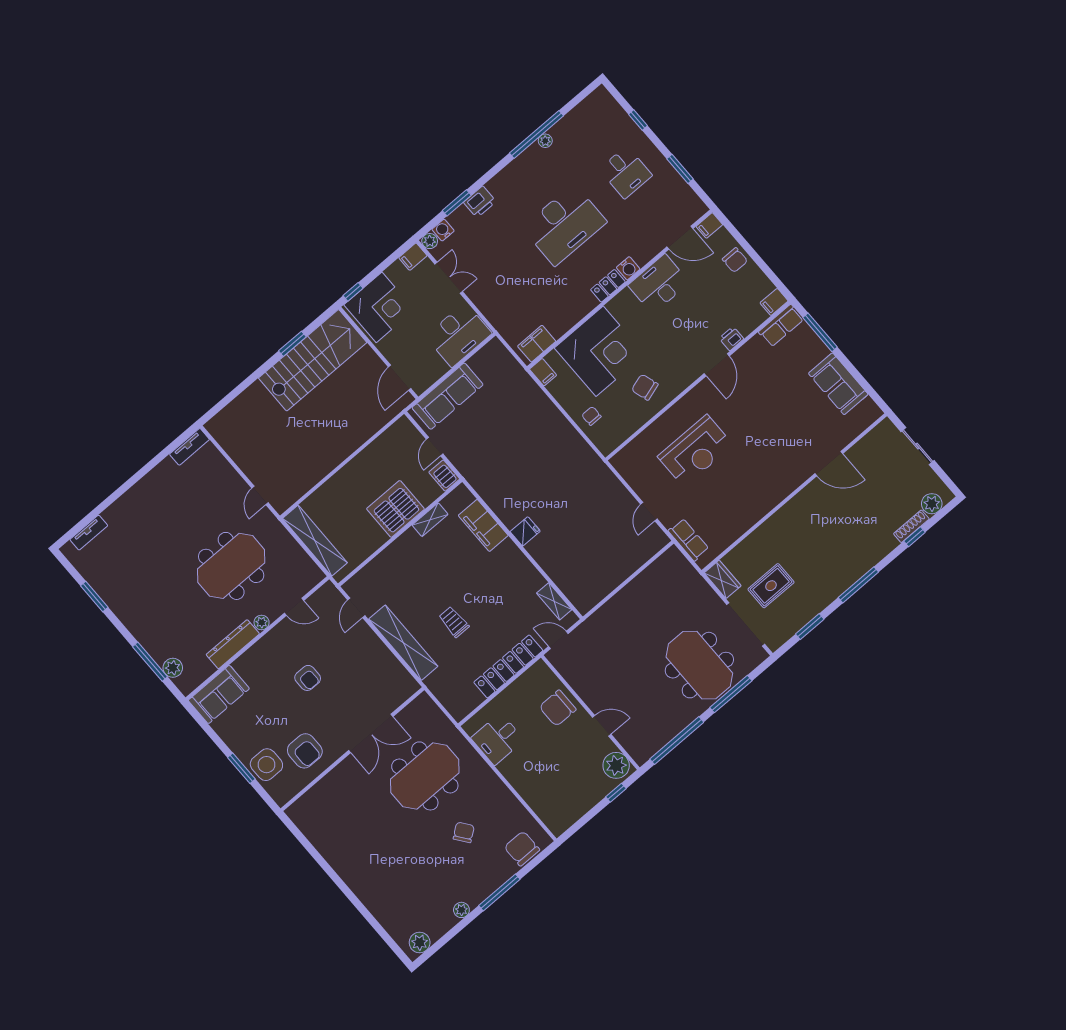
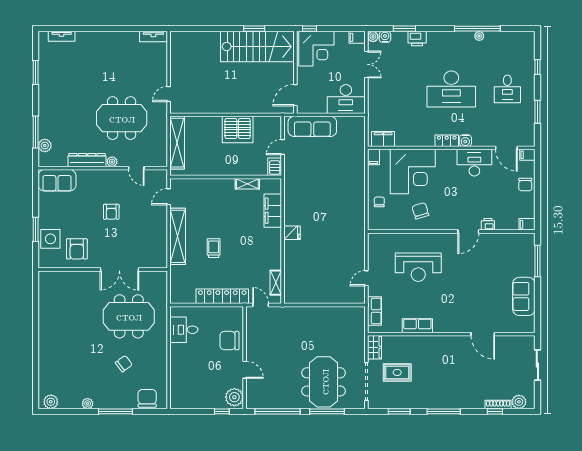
row of seats: (781, 326) -> (417, 326), moved, turned 180
server rack: (395, 509) -> (238, 130), moved, turned 180

